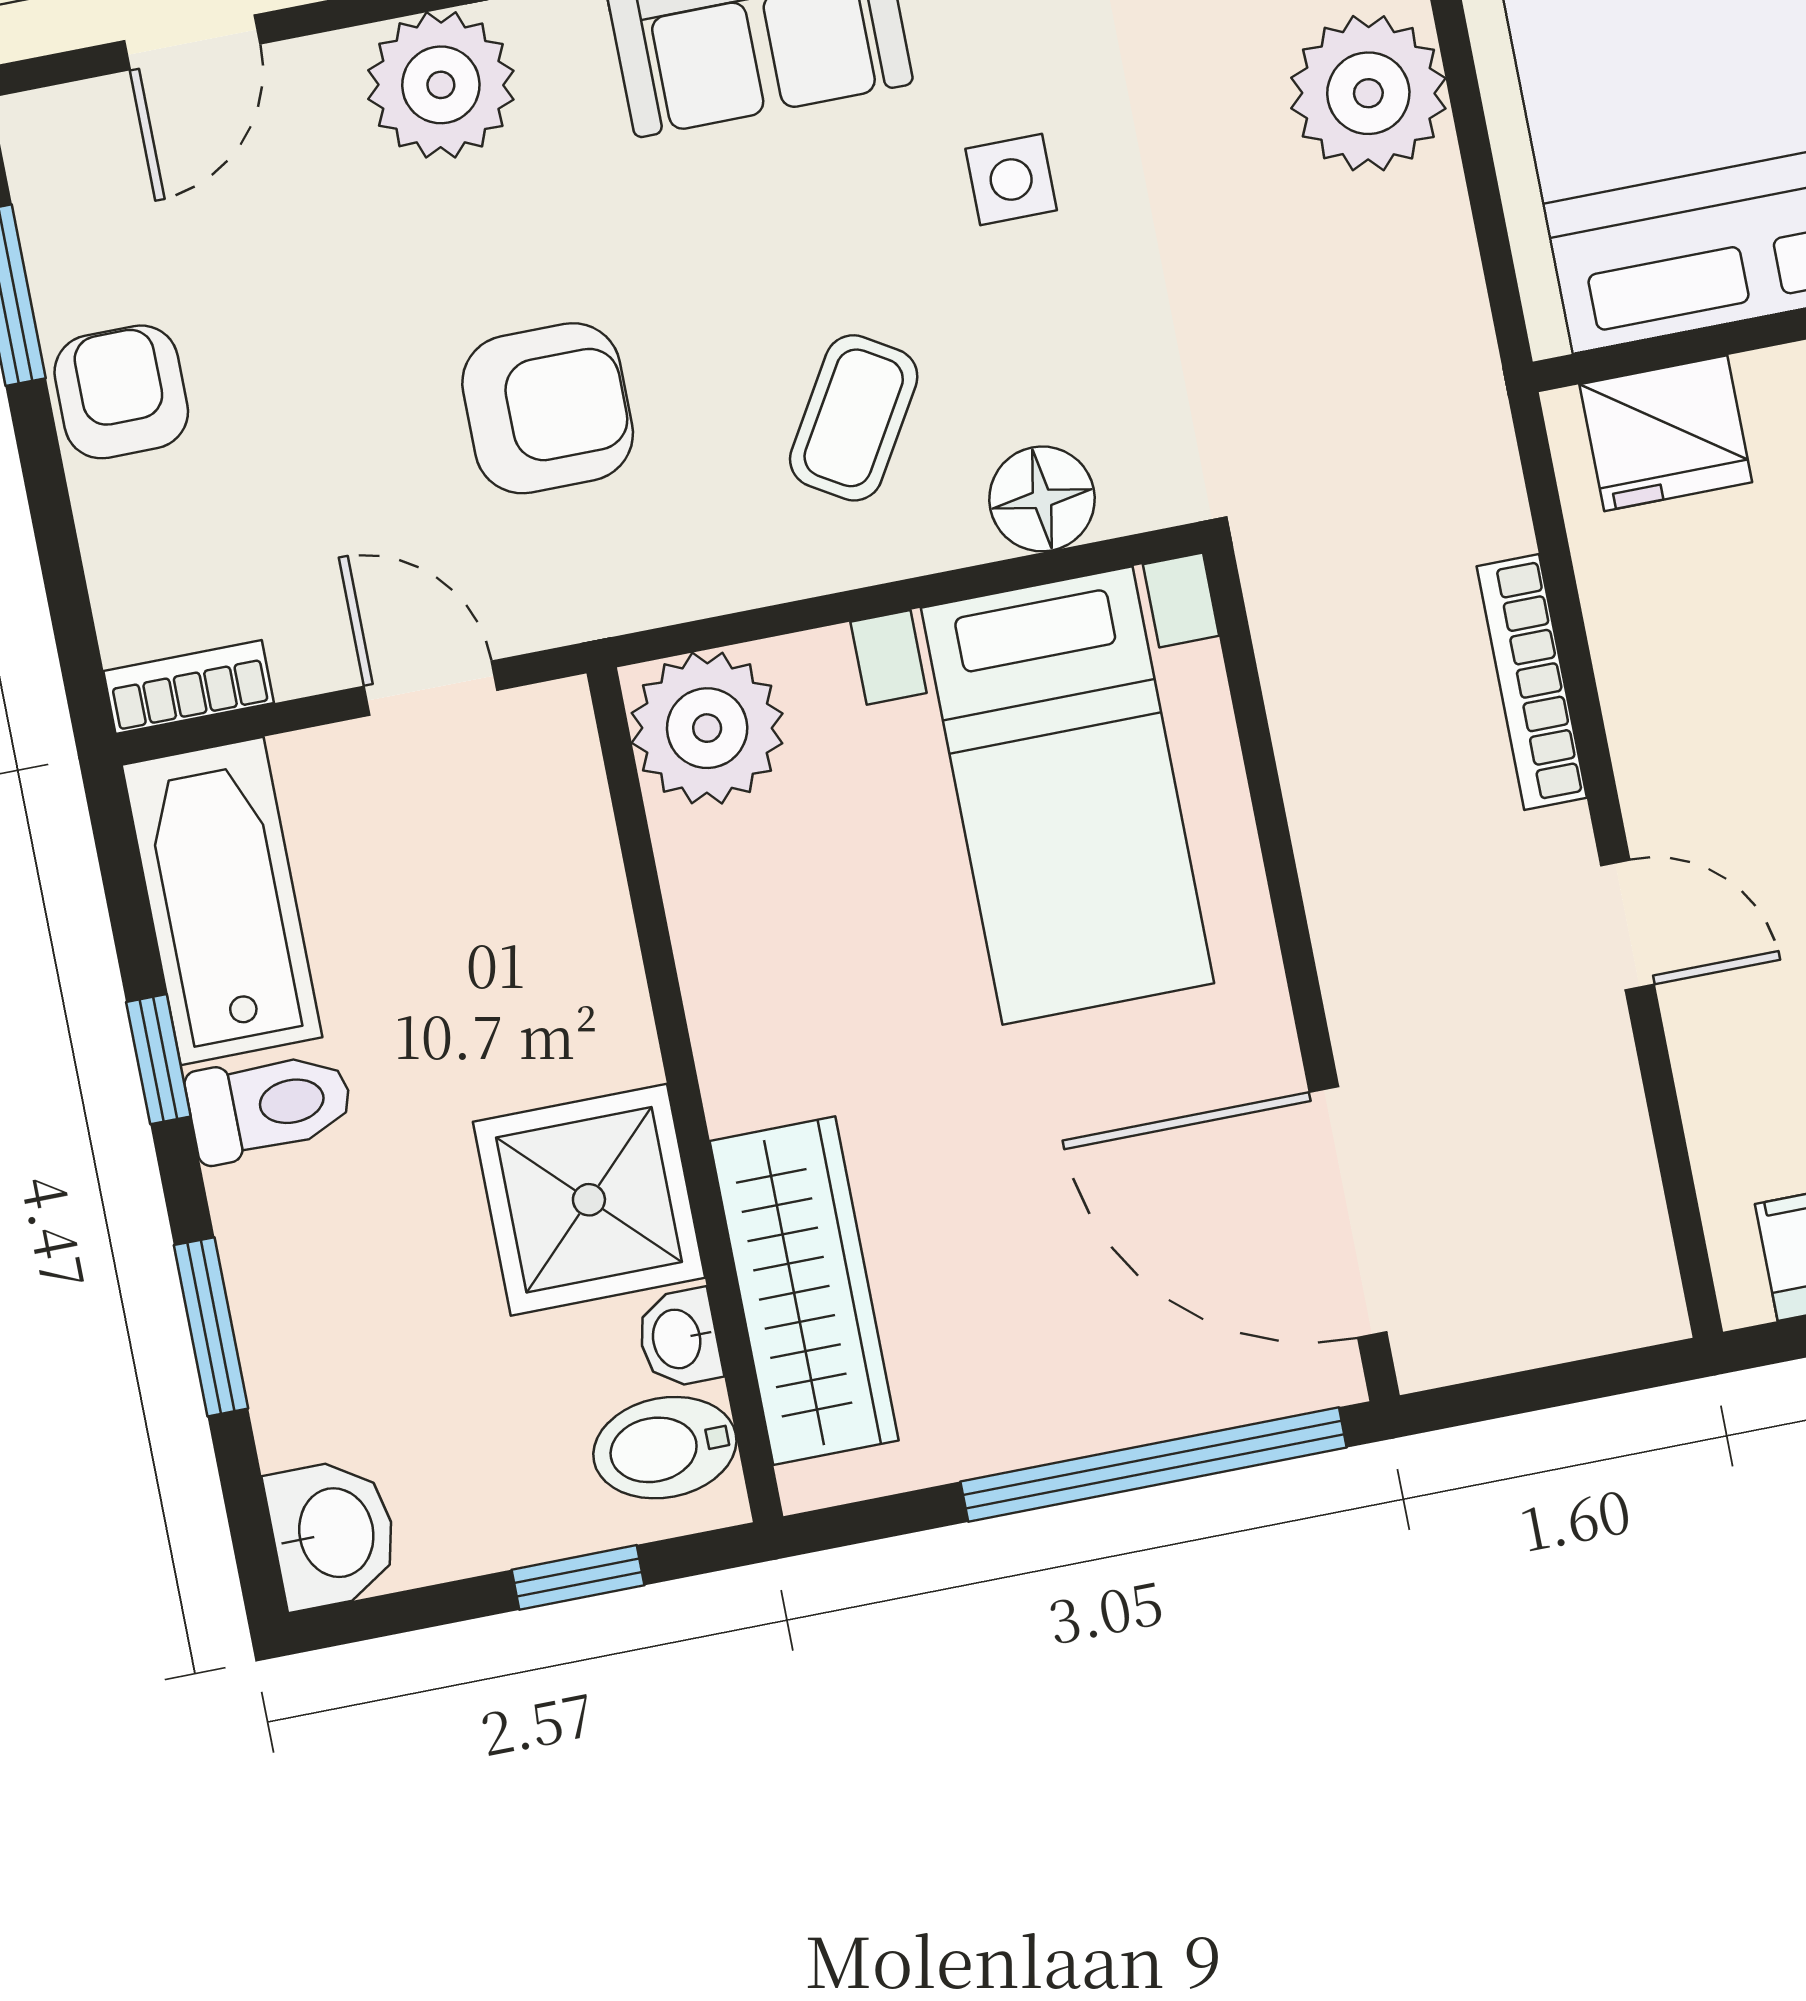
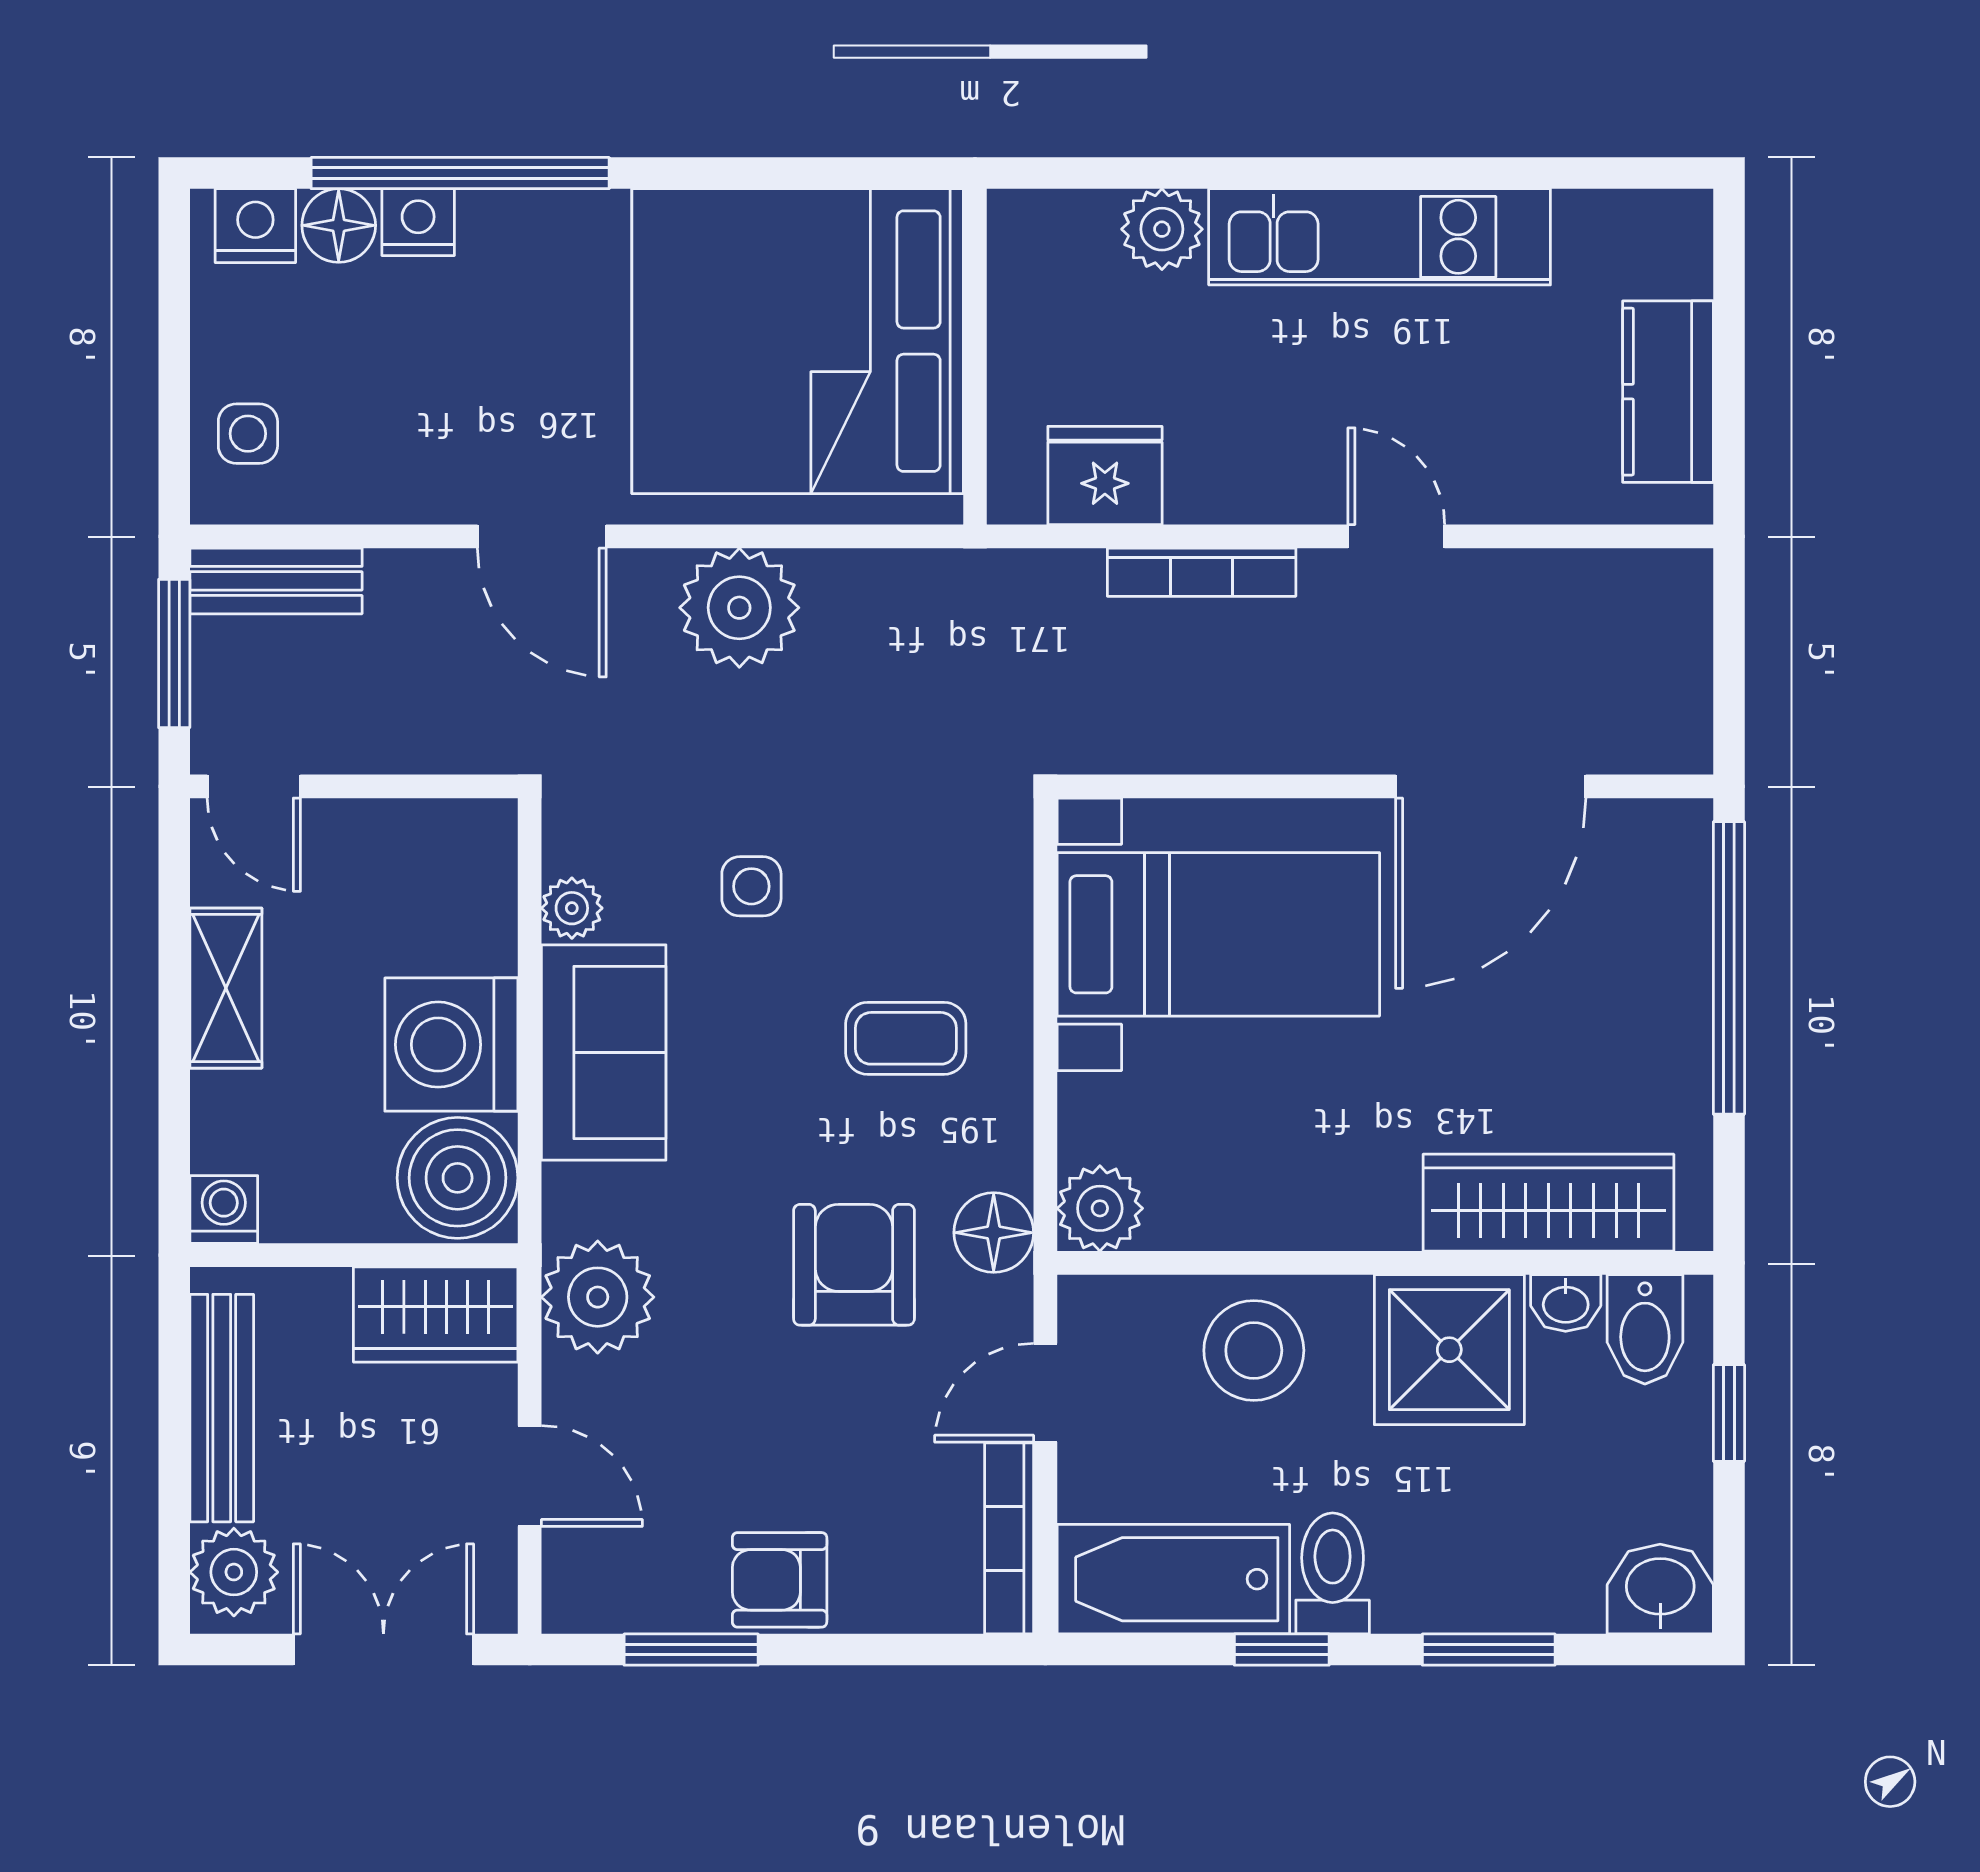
coffee table: (854, 418) -> (906, 1038), turned -31
fridge: (1666, 433) -> (1105, 475), moved, turned -90
floor lamp: (1042, 499) -> (994, 1233), moved
bookcase: (189, 687) -> (1009, 1538), width x1.56
plant: (707, 728) -> (1100, 1208), width x0.73, depth x0.73
door: (1627, 925) -> (1396, 536), hinge flipped
stool: (538, 947) -> (1254, 1350), added
door: (1348, 1212) -> (1491, 786), moved

